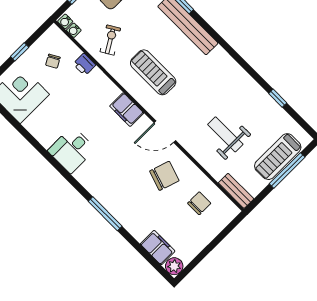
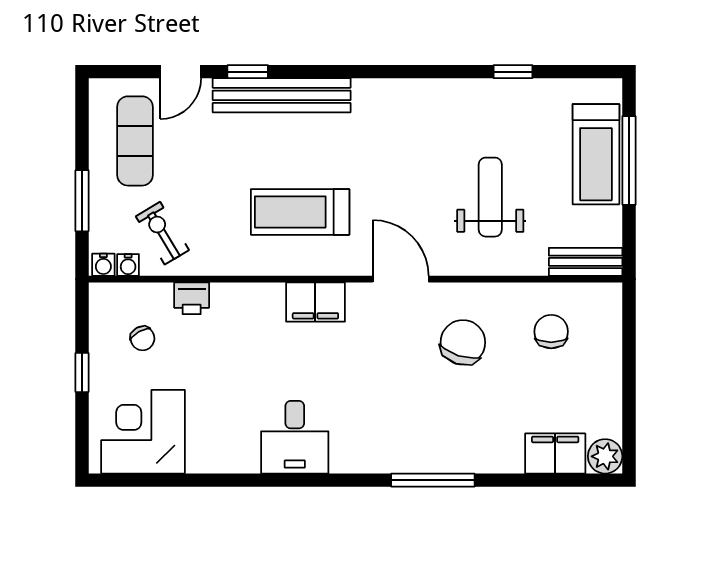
exercise bike: (110, 40) -> (162, 233), moved
door: (165, 132) -> (401, 279), swing flipped
weight bench: (225, 134) -> (490, 197), turned 90

